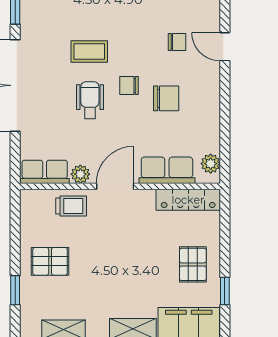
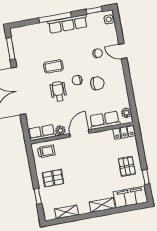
locker: (188, 200) -> (124, 132), width x0.66
trolley: (71, 206) -> (46, 151), moved

